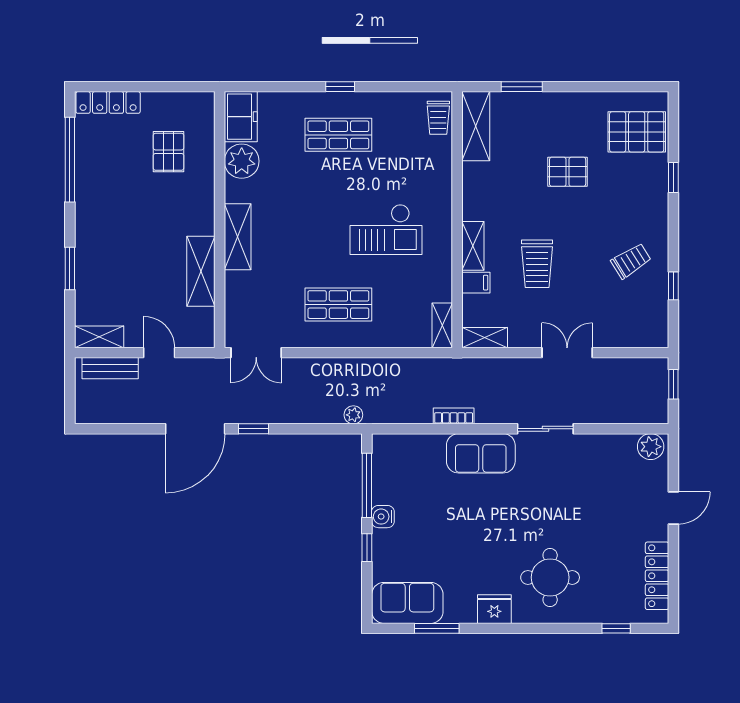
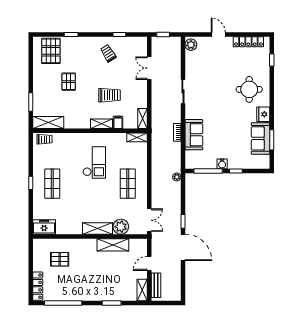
plant: (242, 161) -> (121, 227), moved
double door: (567, 353) -> (149, 68), moved
sofa: (481, 453) -> (194, 135), moved
sofa: (407, 603) -> (260, 138), moved

